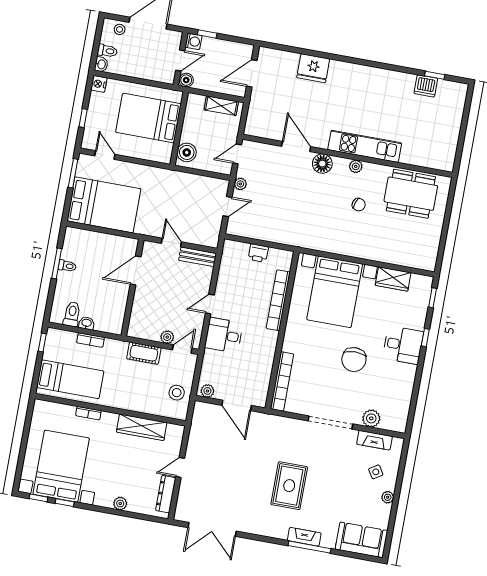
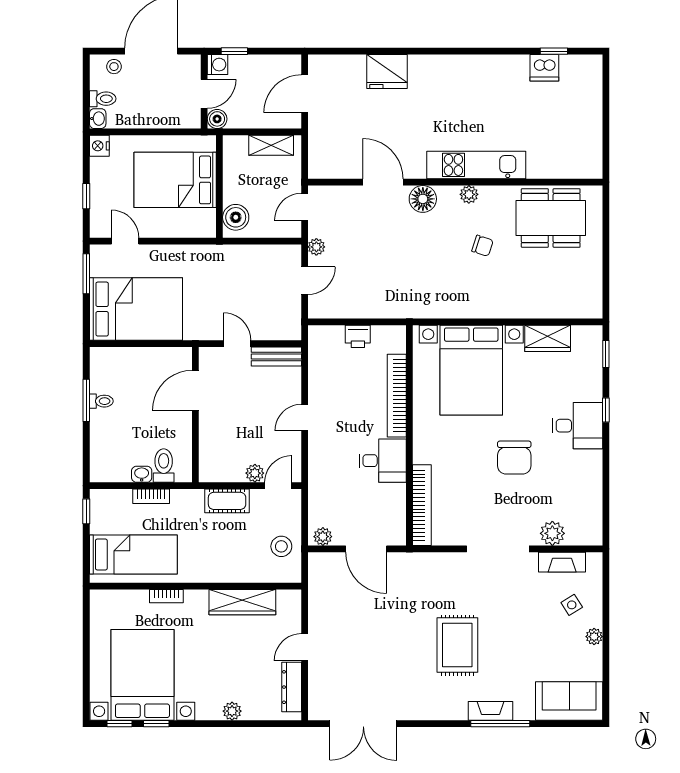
toilet: (72, 314) -> (164, 466), moved
desk: (224, 335) -> (383, 461), moved, turned 180

